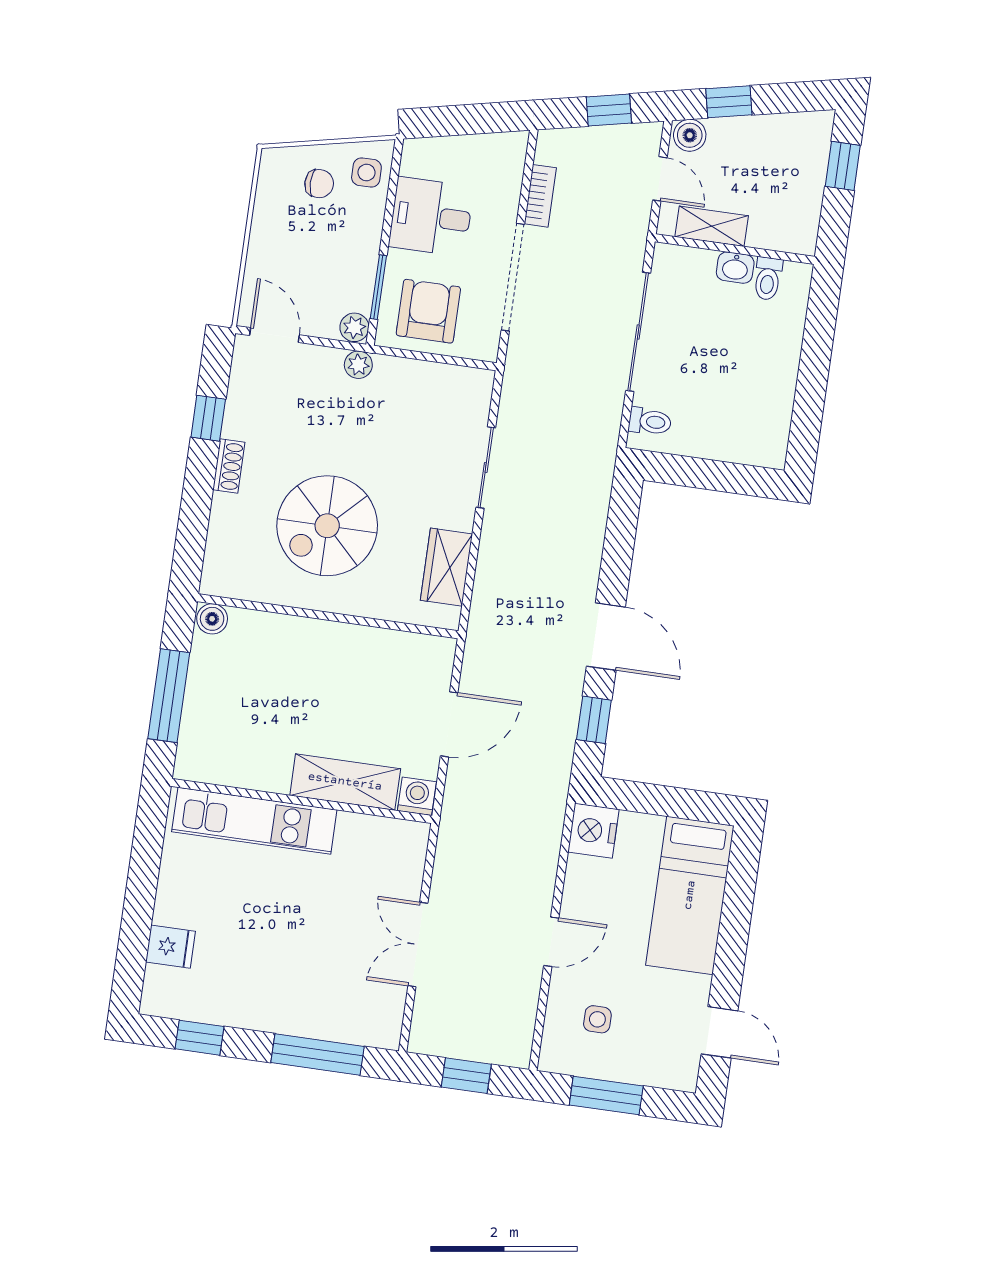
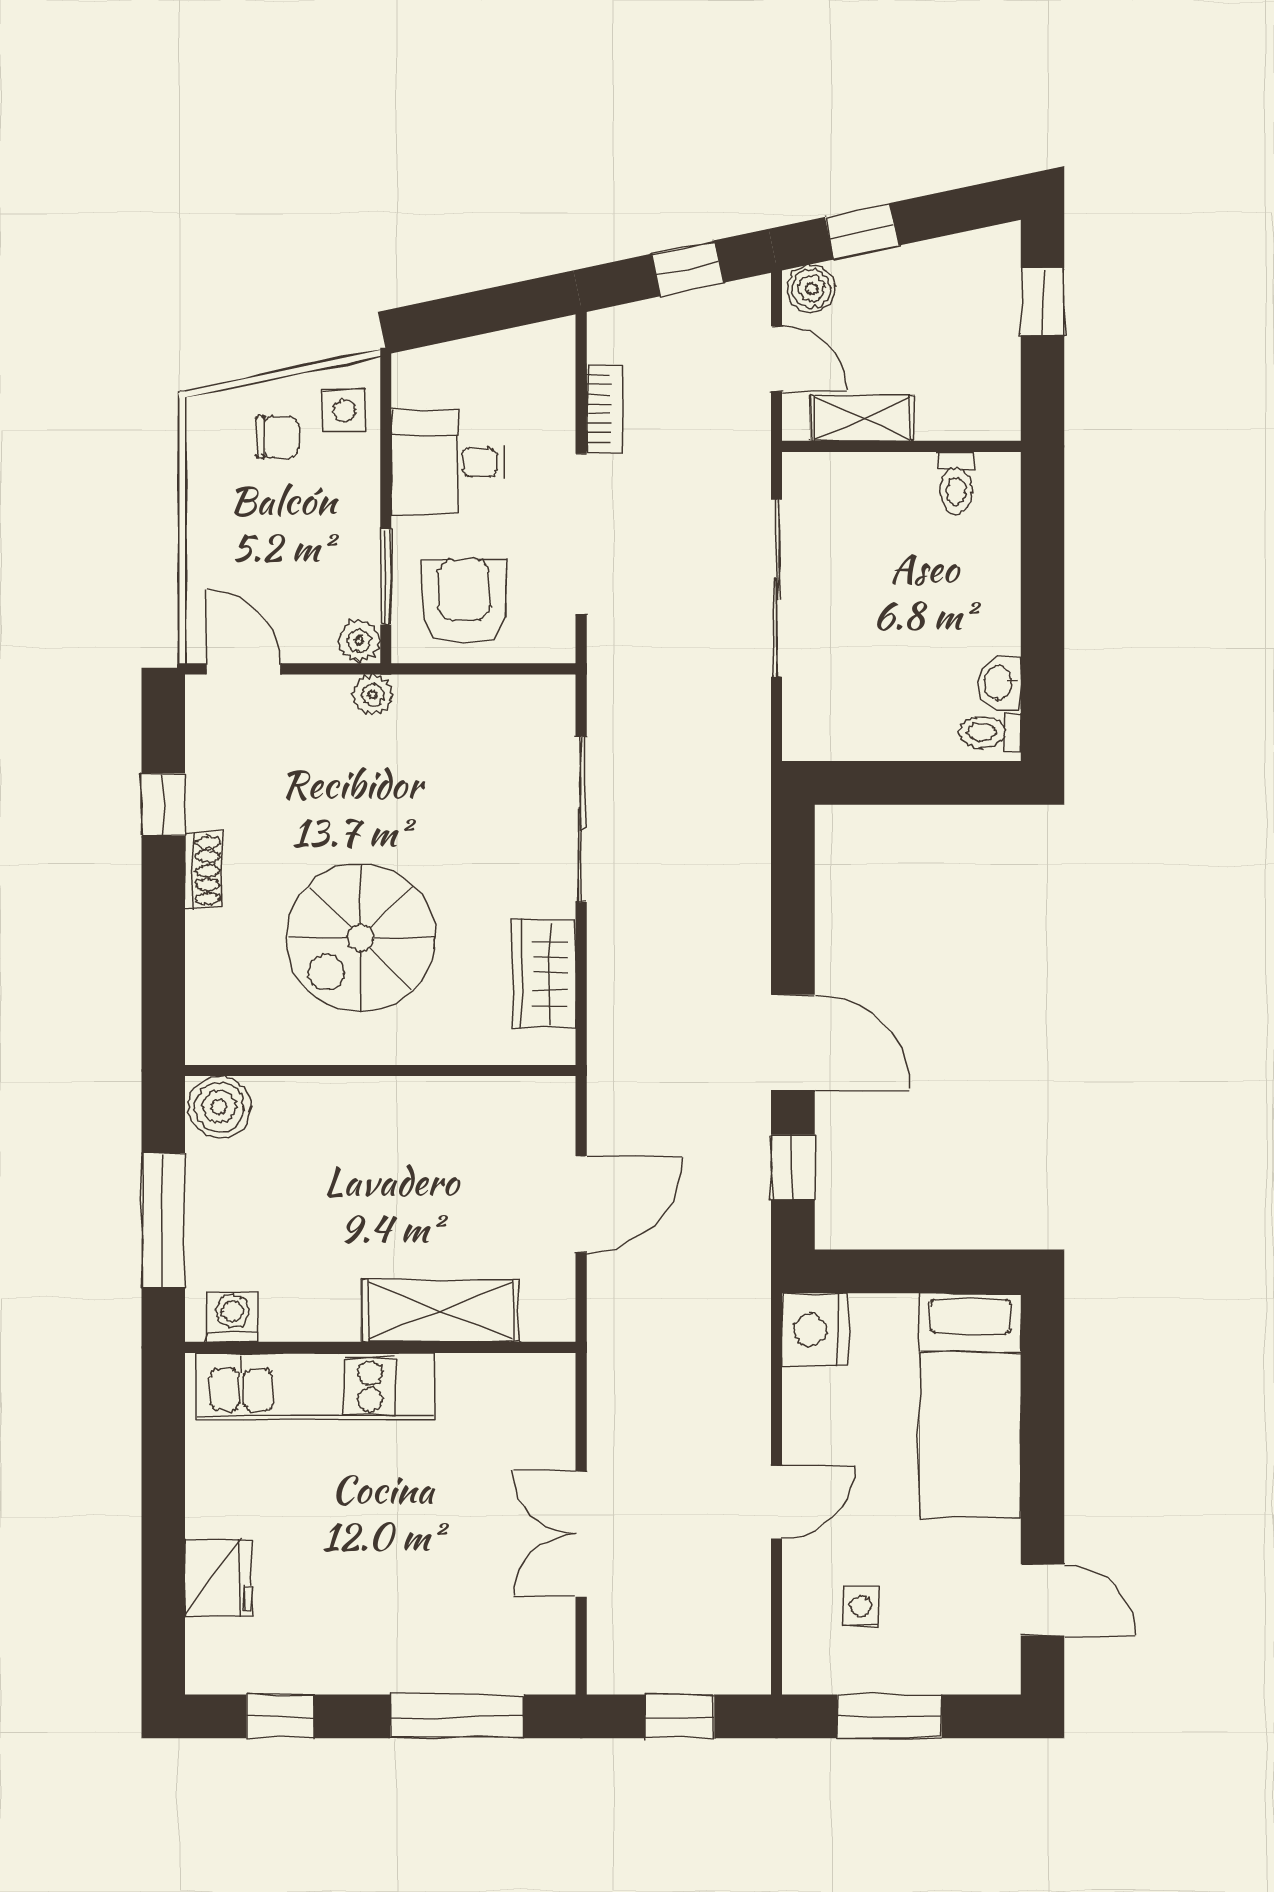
washbasin: (735, 268) -> (999, 683), moved, turned 90
toilet: (650, 421) -> (990, 733), moved, turned 180
sliding door: (486, 468) -> (581, 819), width x1.37
boiler: (212, 619) -> (219, 1107), width x1.36, depth x1.36
washing machine: (417, 796) -> (233, 1316), moved
fridge: (170, 947) -> (218, 1578), width x1.38

